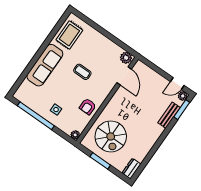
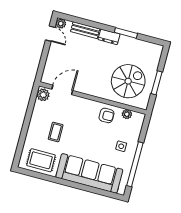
sofa: (45, 65) -> (89, 173), width x1.36, depth x1.27
coffee table: (82, 72) -> (56, 132), moved
window: (182, 110) -> (126, 33), moved
plant: (75, 135) -> (127, 114), moved
dresser: (131, 169) -> (109, 37), moved

